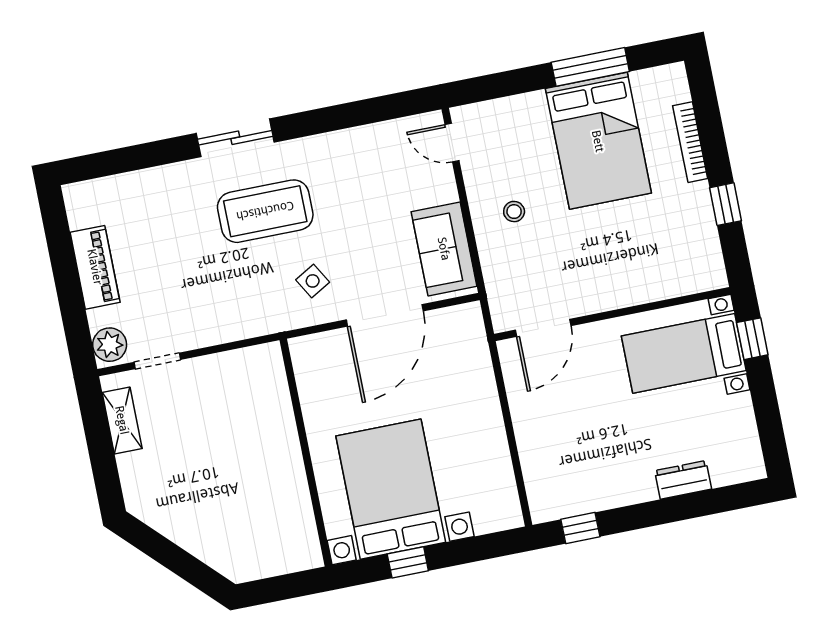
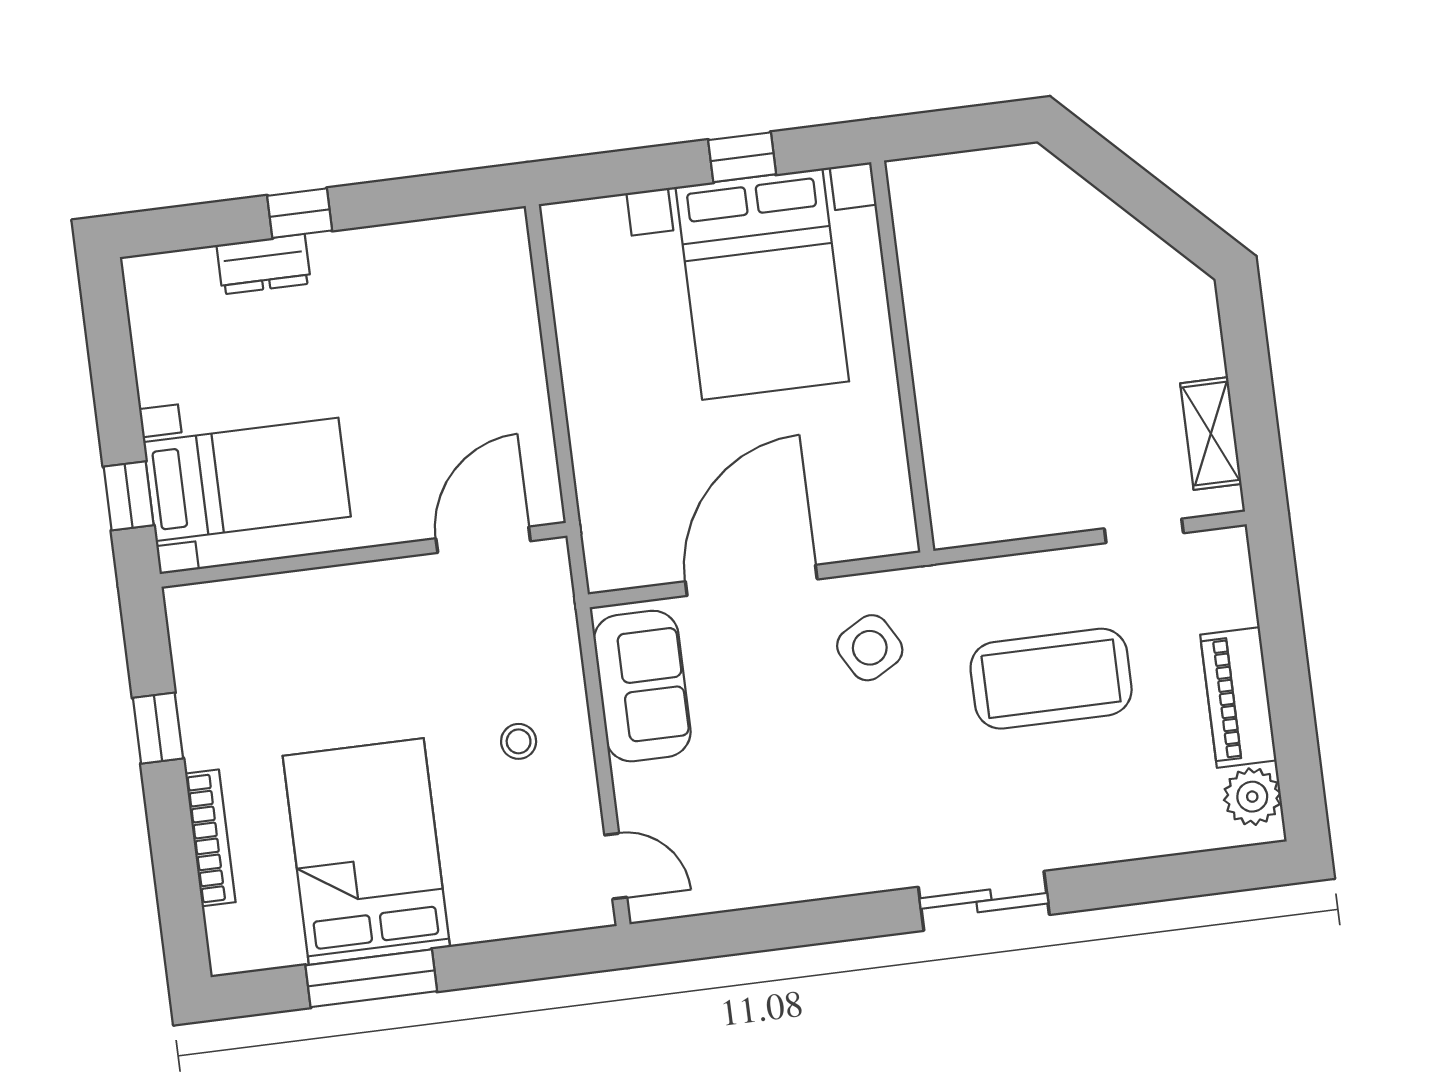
coffee table: (265, 211) -> (1051, 679), moved
side table: (313, 281) -> (870, 648), width x1.37, depth x1.37
plant: (110, 345) -> (1252, 797), moved
window: (580, 528) -> (300, 213), moved

